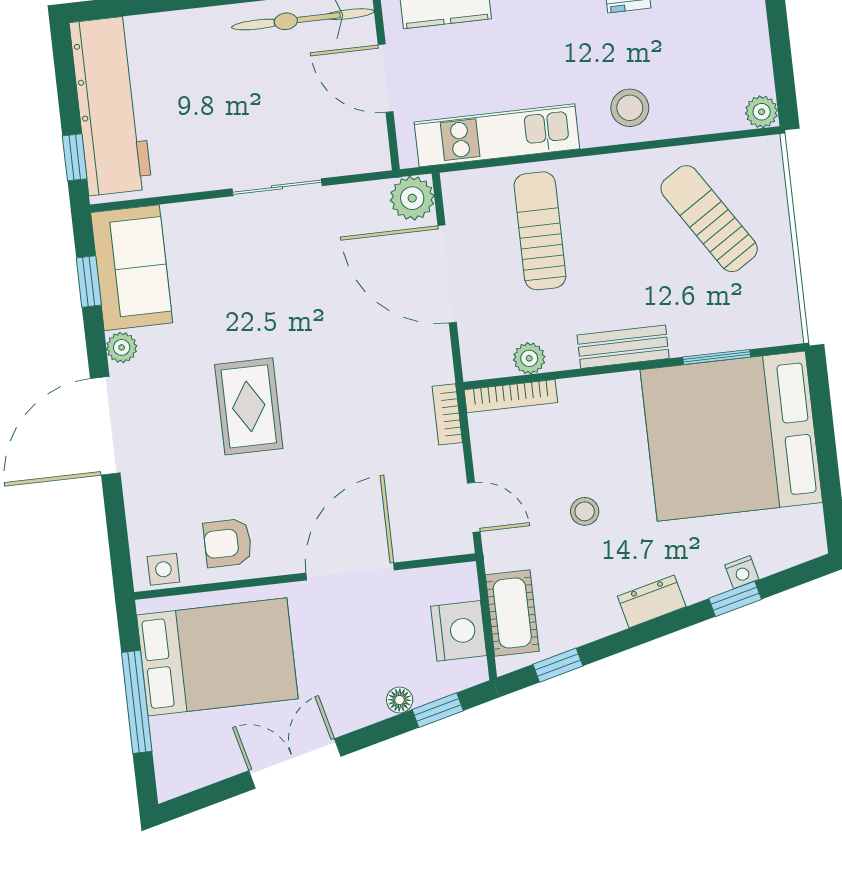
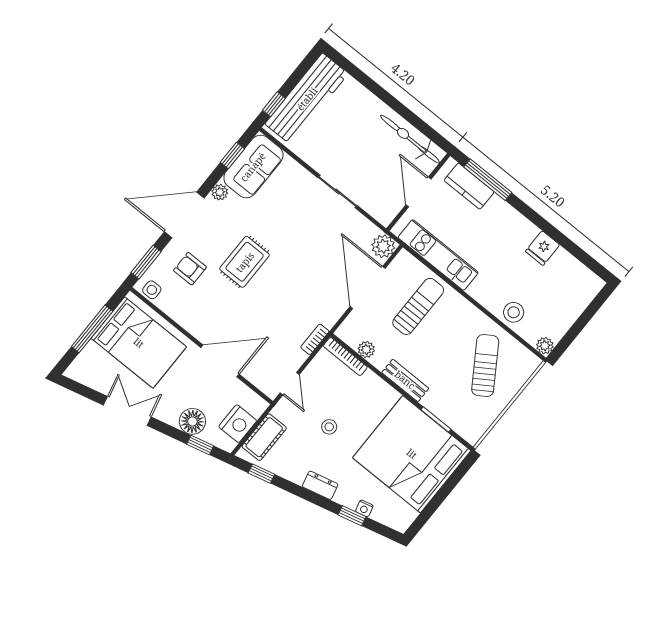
stool: (630, 108) -> (514, 312), moved
window: (118, 540) -> (146, 262), added
armchair: (228, 543) -> (190, 269), moved
floor lamp: (400, 700) -> (192, 421), width x1.89, depth x1.89

